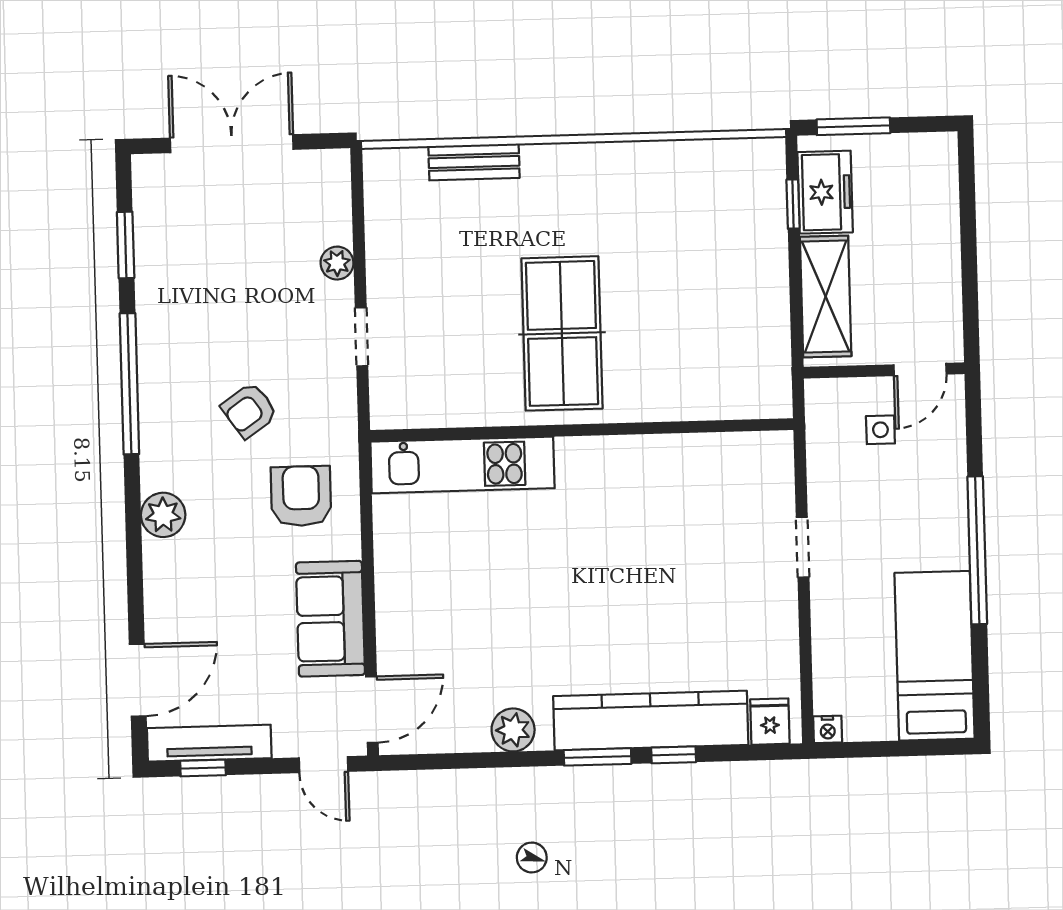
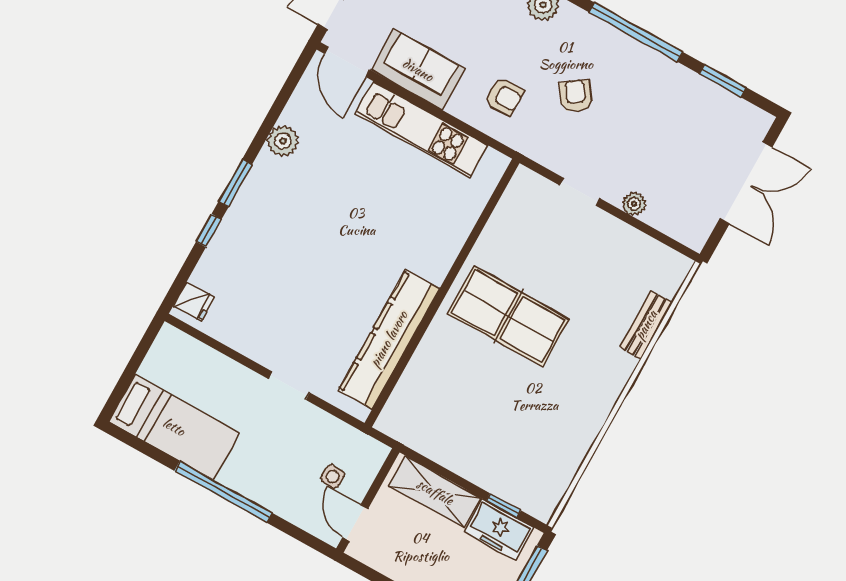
kitchen unit: (462, 465) -> (422, 129), moved, turned -90
armchair: (301, 496) -> (504, 96), width x0.72, depth x0.72
kitchen counter: (651, 720) -> (389, 339), moved, turned 180
nightstand: (828, 729) -> (168, 334), removed

